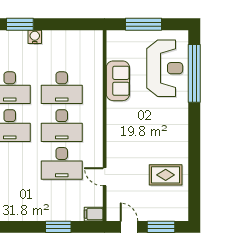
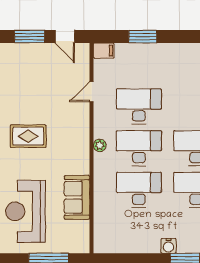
plant: (97, 128) -> (100, 145), added
rug: (166, 175) -> (28, 136), moved
door: (105, 177) -> (92, 92), swing flipped

